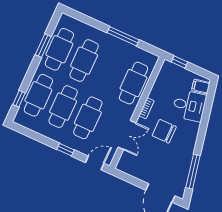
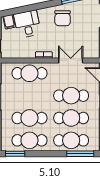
window: (43, 46) -> (15, 154), moved
window: (19, 99) -> (80, 154), width x2.17
chair: (164, 131) -> (63, 18), moved

